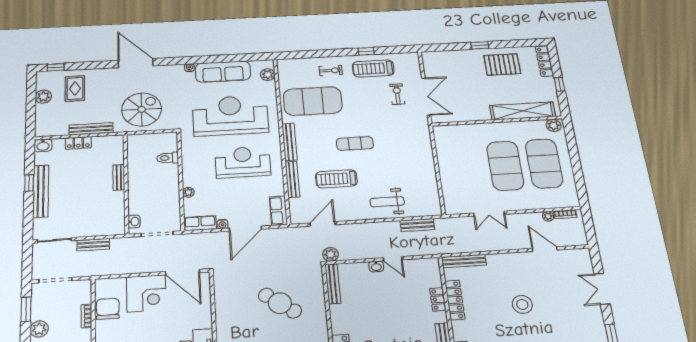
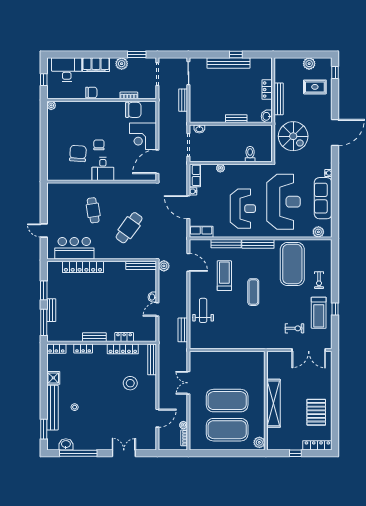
window: (480, 45) -> (335, 398), removed
treadmill: (373, 69) -> (319, 313), turned 180
double door: (426, 97) -> (309, 350), moved
shelving: (523, 111) -> (273, 403), moved
washbasin: (43, 145) -> (267, 116), moved
stool: (522, 304) -> (130, 383), moved

